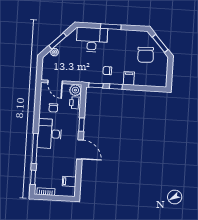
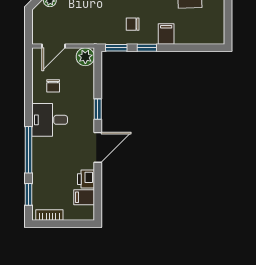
door: (55, 82) -> (54, 46), hinge flipped
printer: (75, 103) -> (86, 179), moved
desk: (49, 134) -> (50, 120), width x0.73
door: (80, 149) -> (98, 147), hinge flipped

